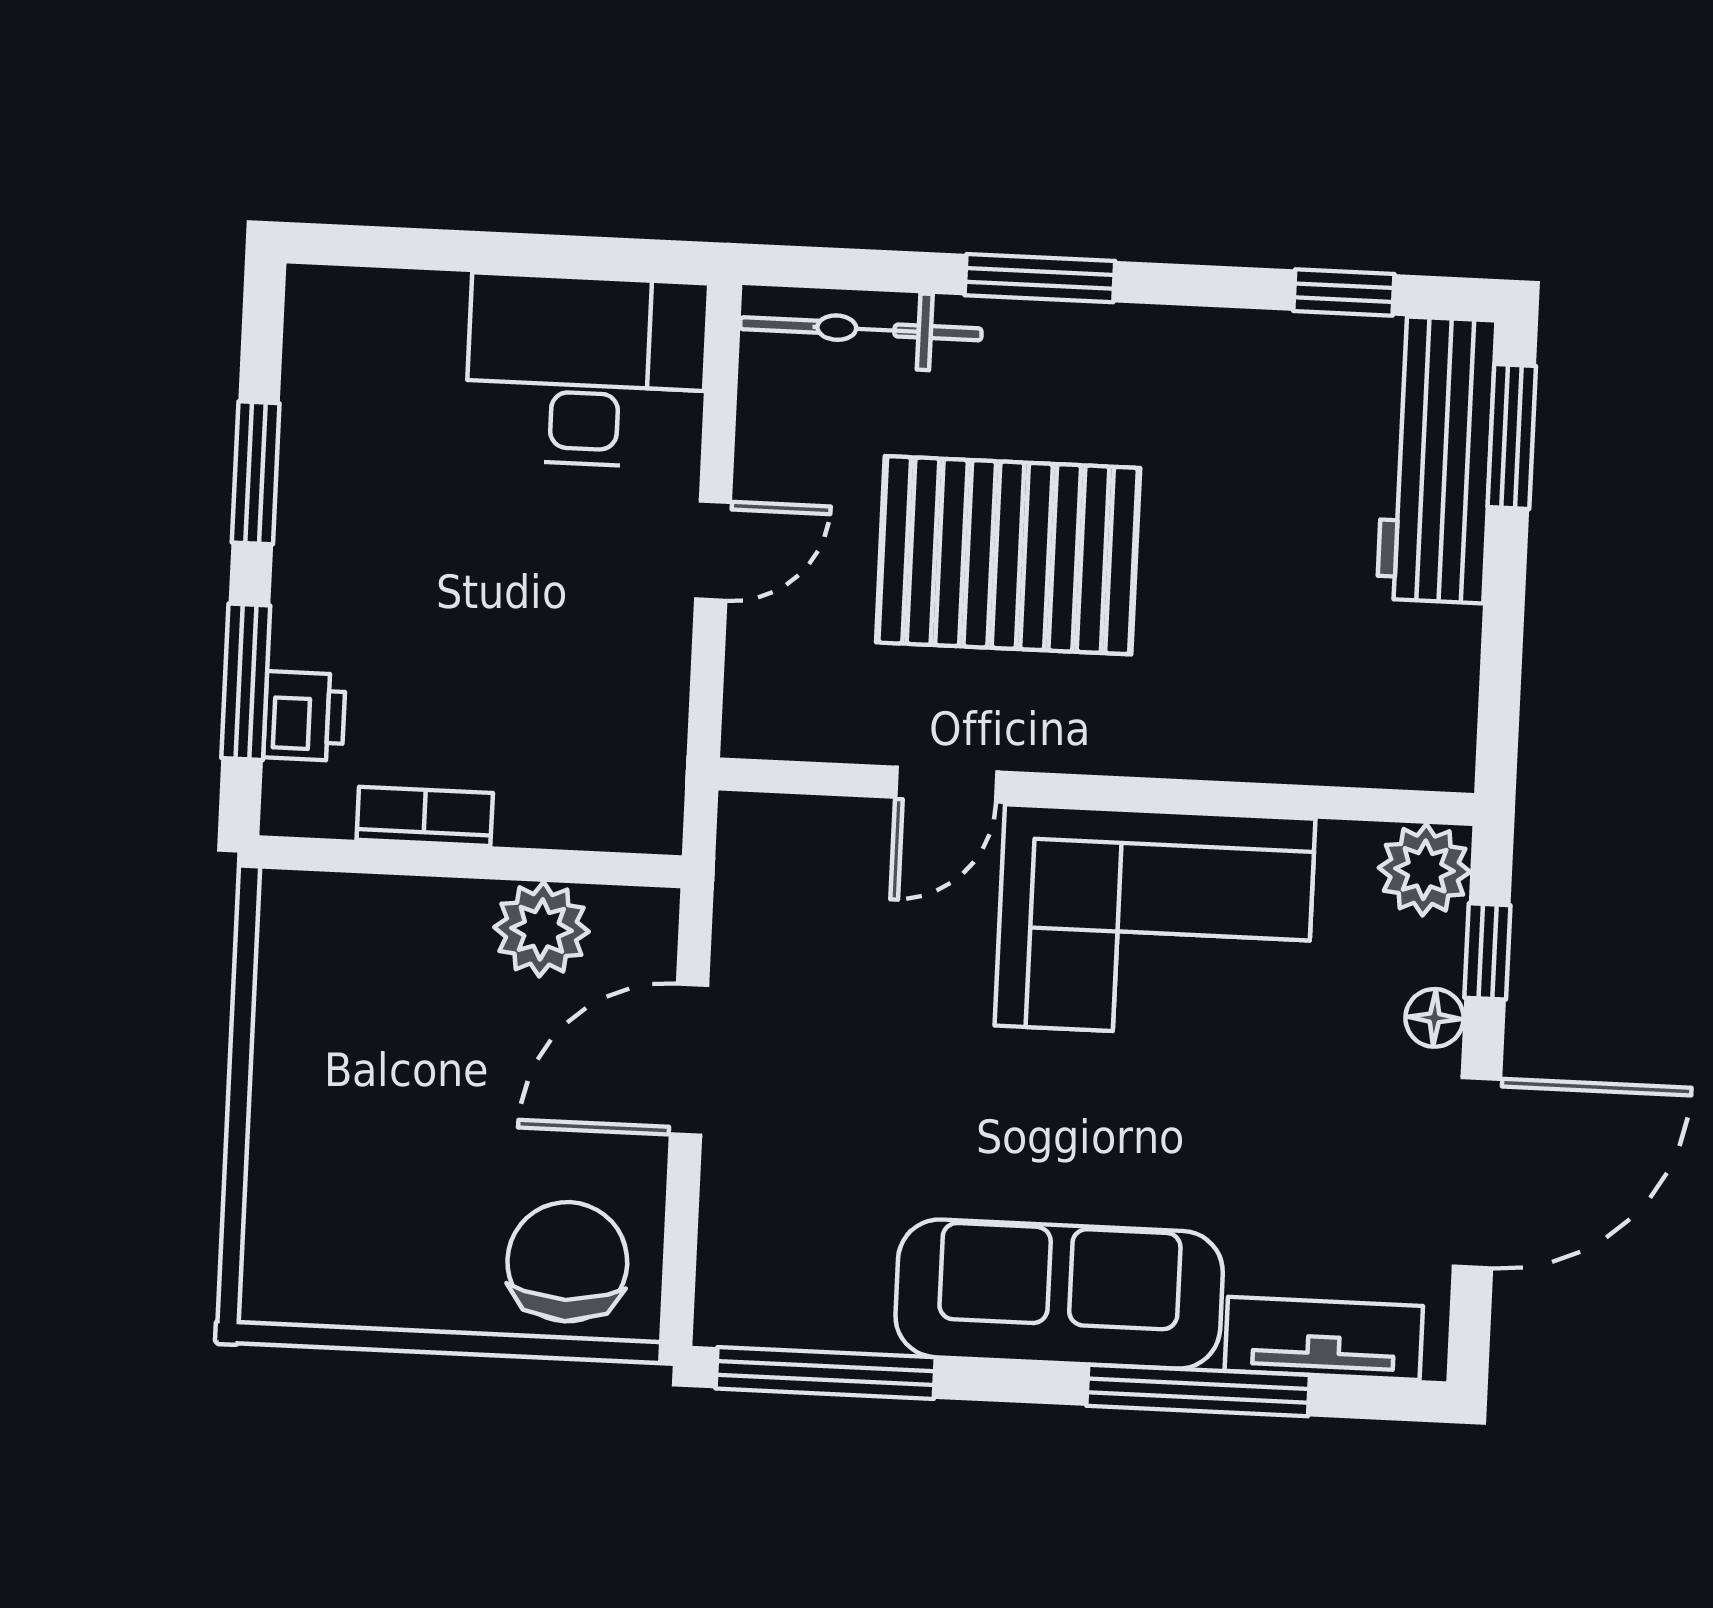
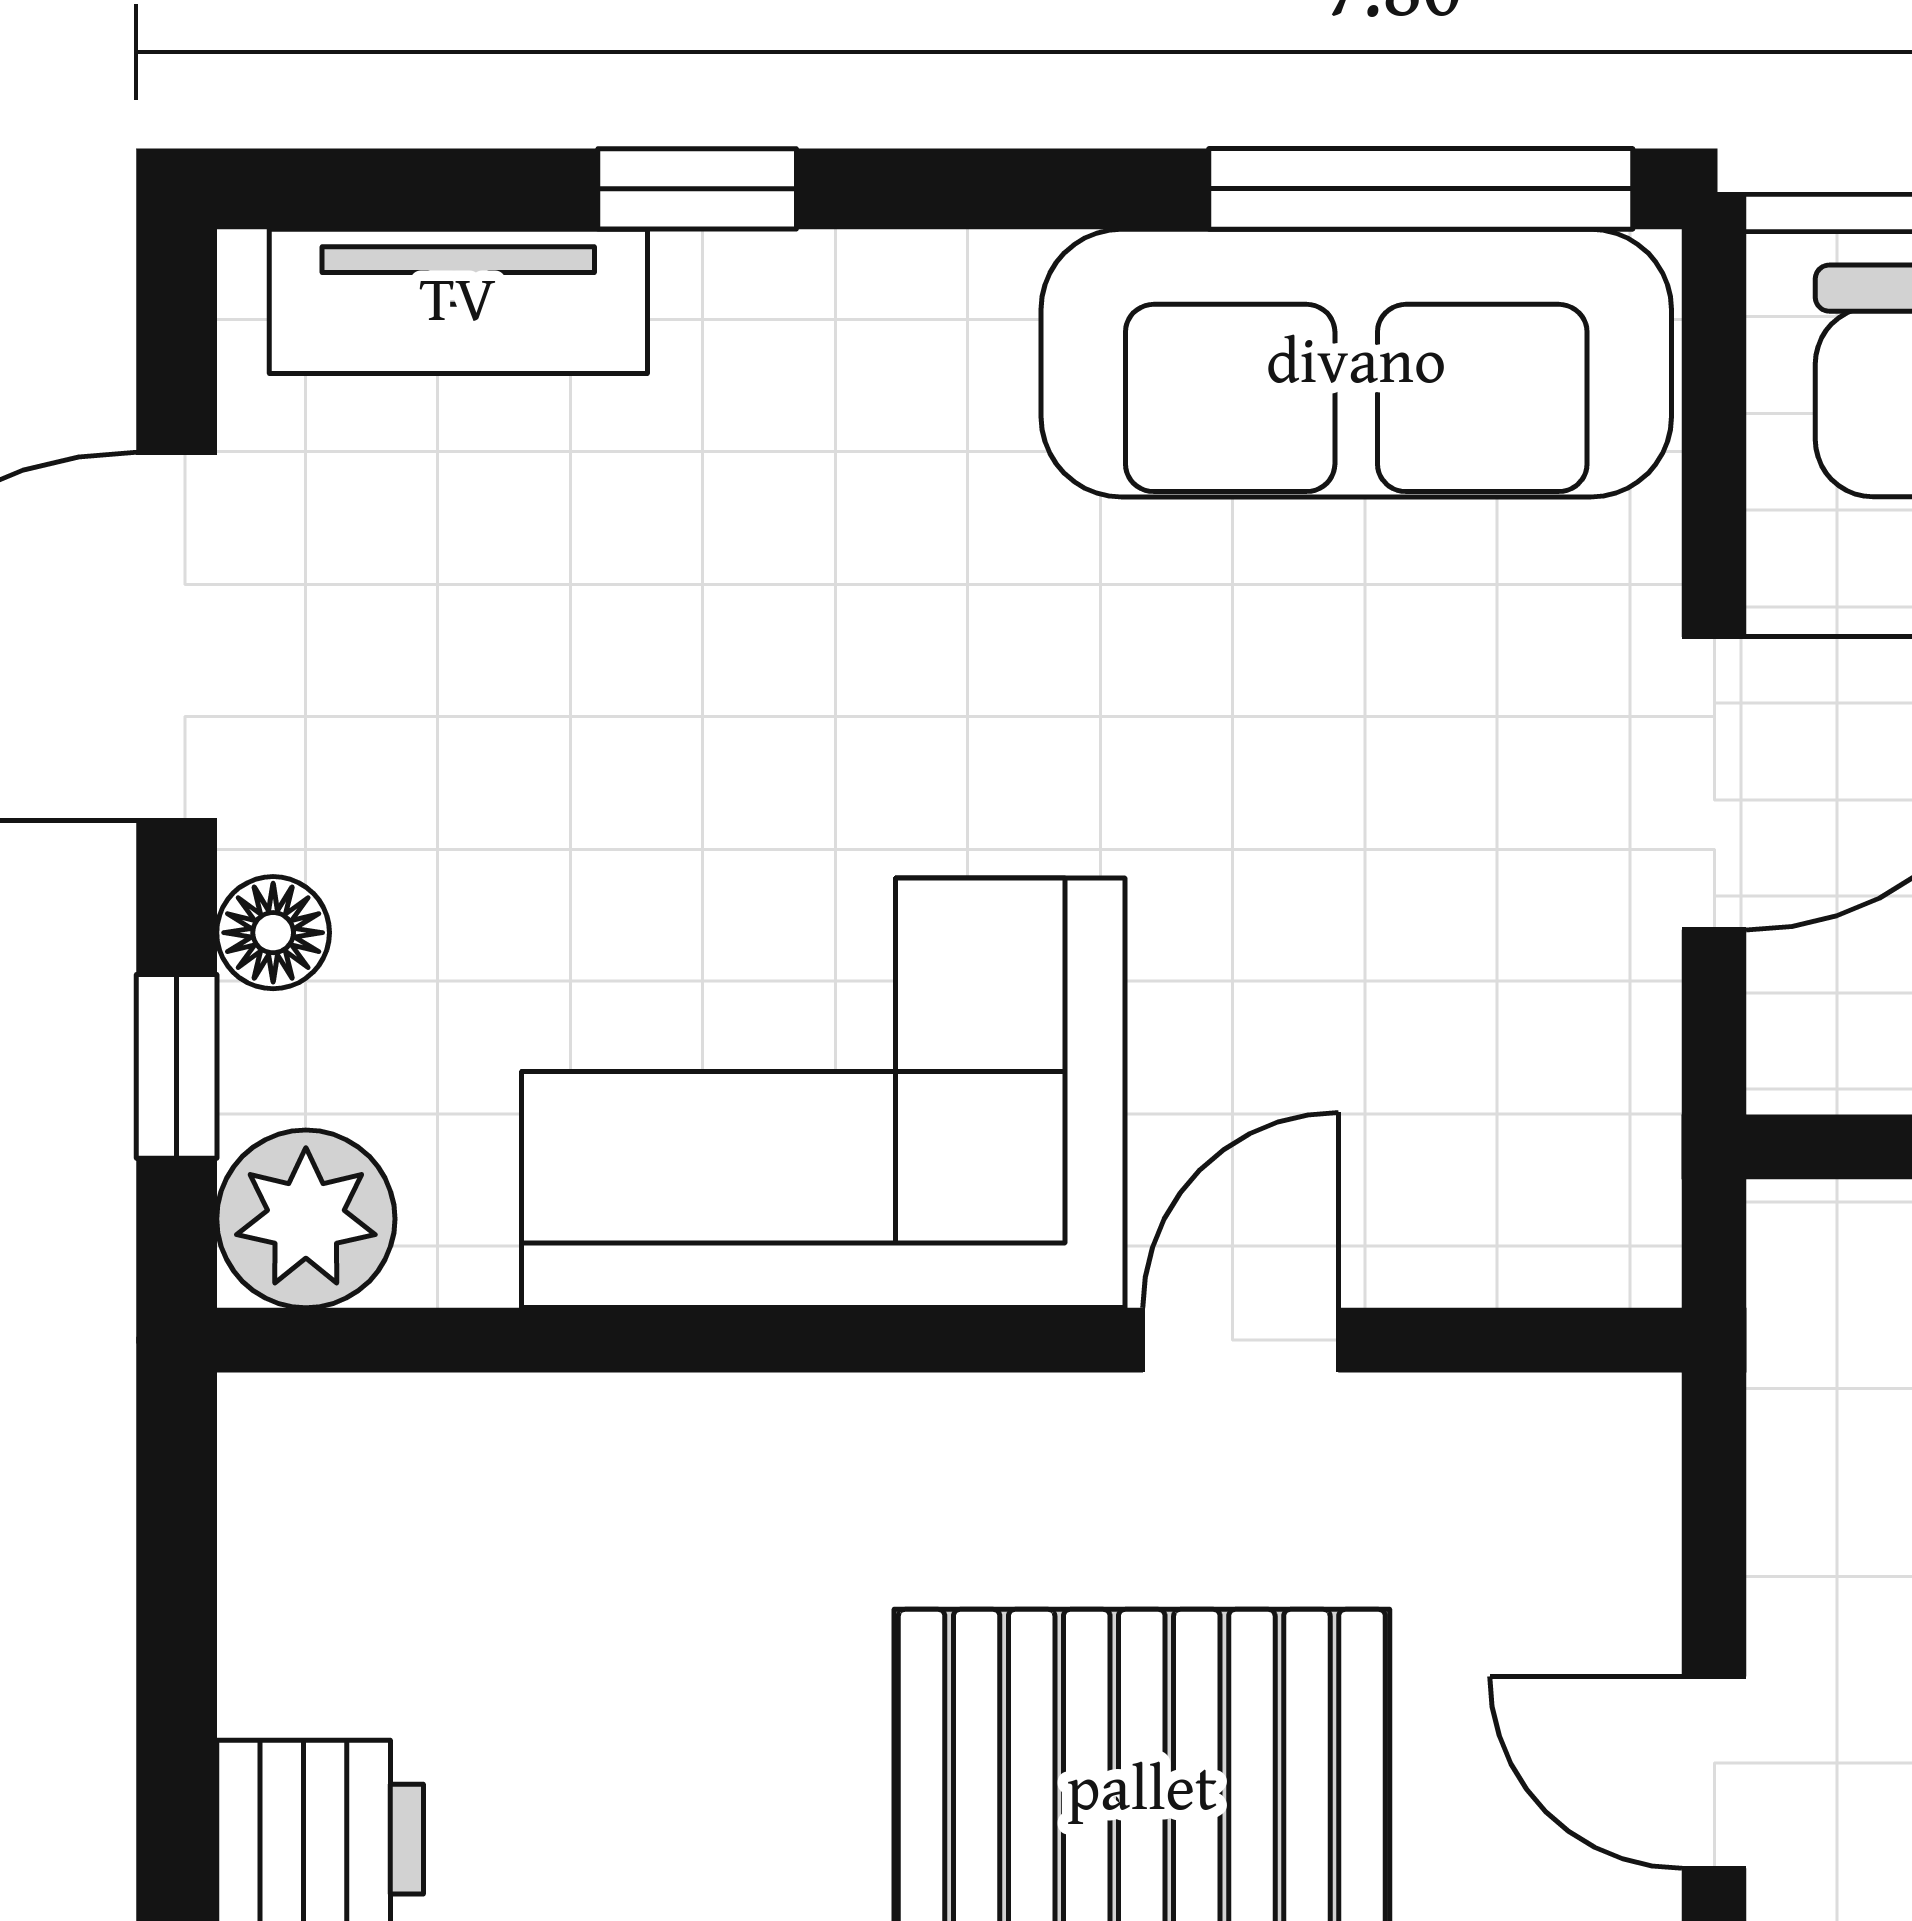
door: (713, 551) -> (1714, 1772), hinge flipped
sofa: (1059, 1294) -> (1356, 363), moved
window: (1198, 1390) -> (697, 189), width x0.46

